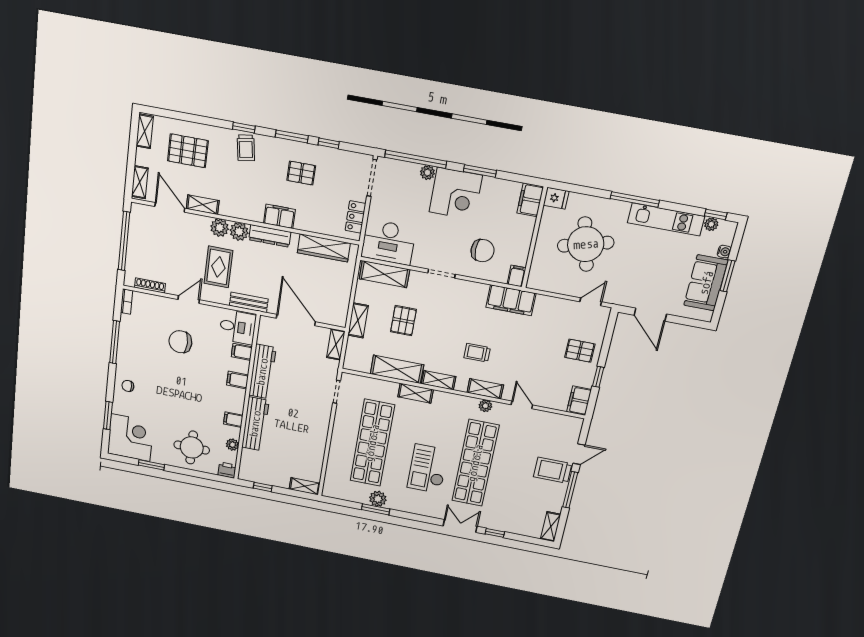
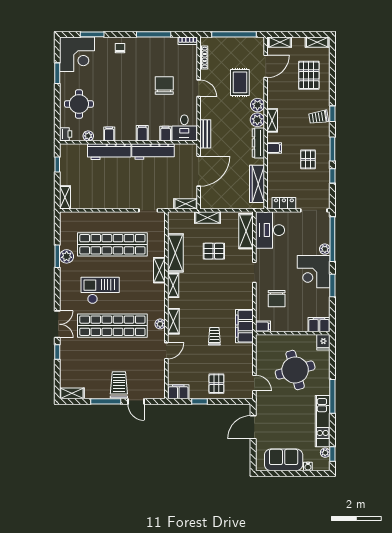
shelving: (203, 205) -> (272, 120), moved
filing cabinet: (279, 216) -> (274, 148), width x0.50
rug: (218, 267) -> (240, 82), moved, turned 90
window: (727, 276) -> (291, 473), removed
trolley: (477, 353) -> (214, 336), moved

